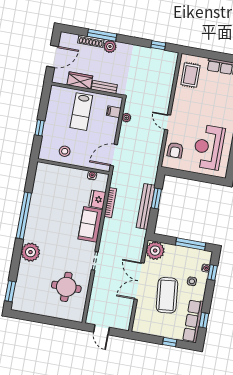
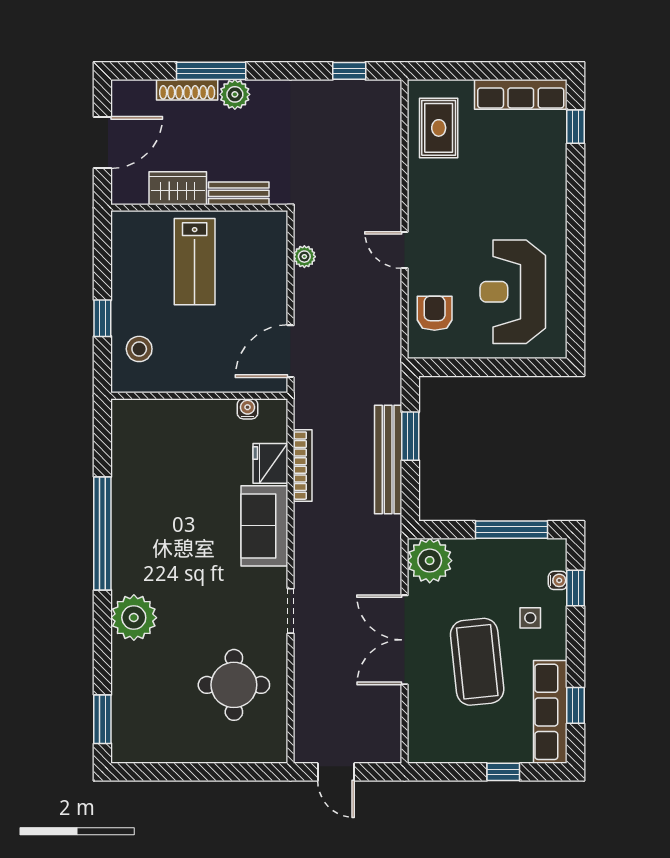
filing cabinet: (114, 112) -> (272, 248), removed
armchair: (175, 150) -> (435, 313), turned 180
stool: (65, 151) -> (139, 349), moved

